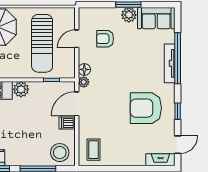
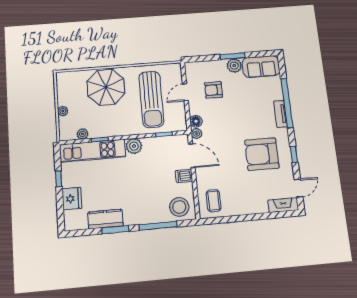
tv unit: (170, 63) -> (280, 114), width x0.71
door: (77, 104) -> (192, 156), swing flipped

